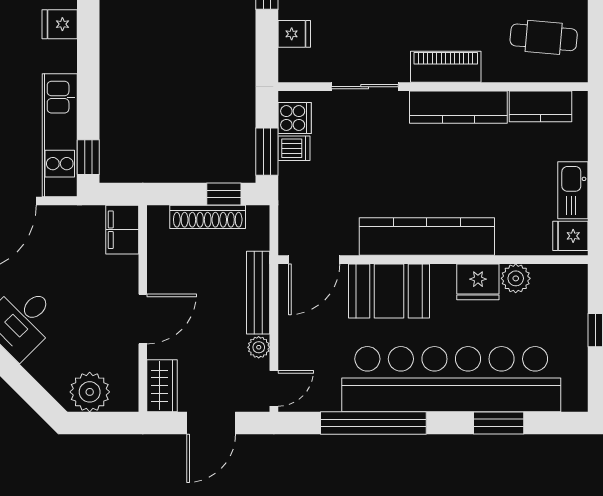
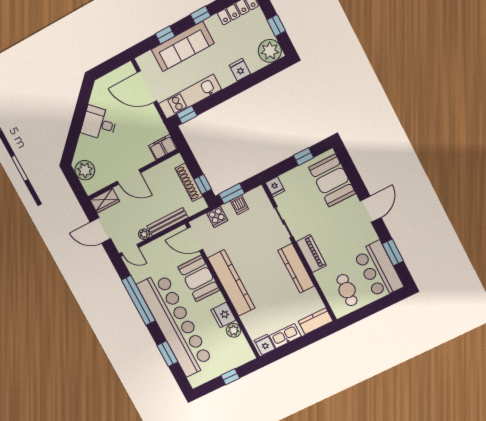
fridge: (294, 34) -> (275, 187), moved
kitchen counter: (541, 106) -> (316, 321), moved, turned 90
cooker: (295, 118) -> (217, 217), moved

